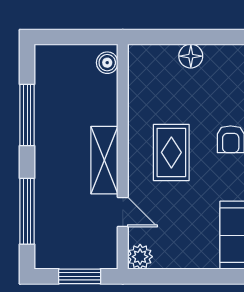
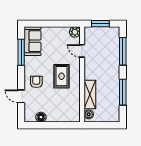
floor lamp: (191, 56) -> (41, 117), moved
shelving: (104, 160) -> (90, 95), moved

